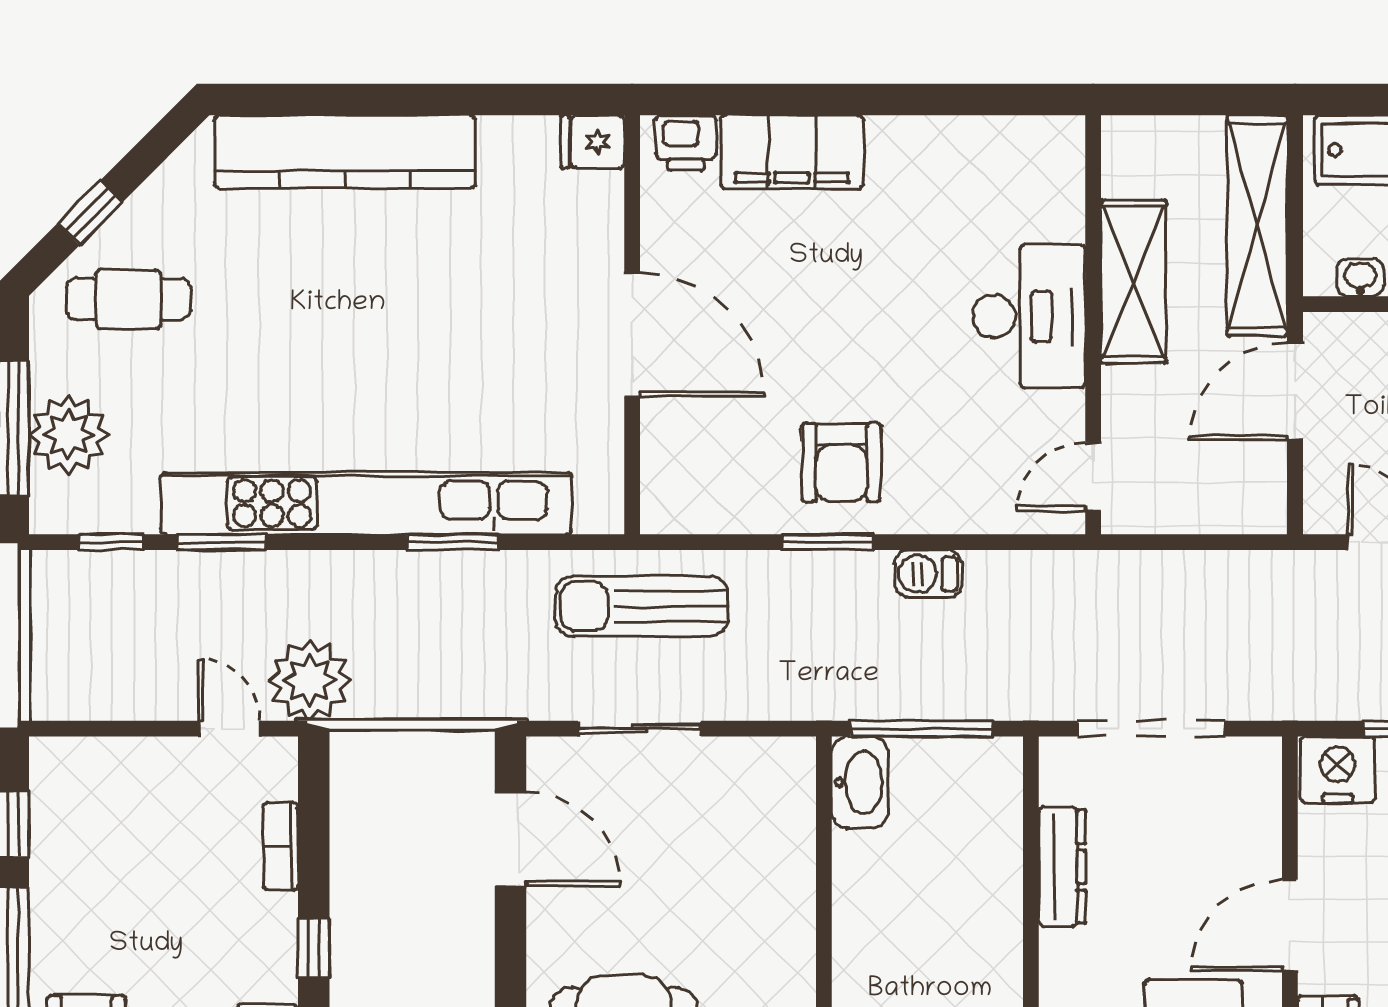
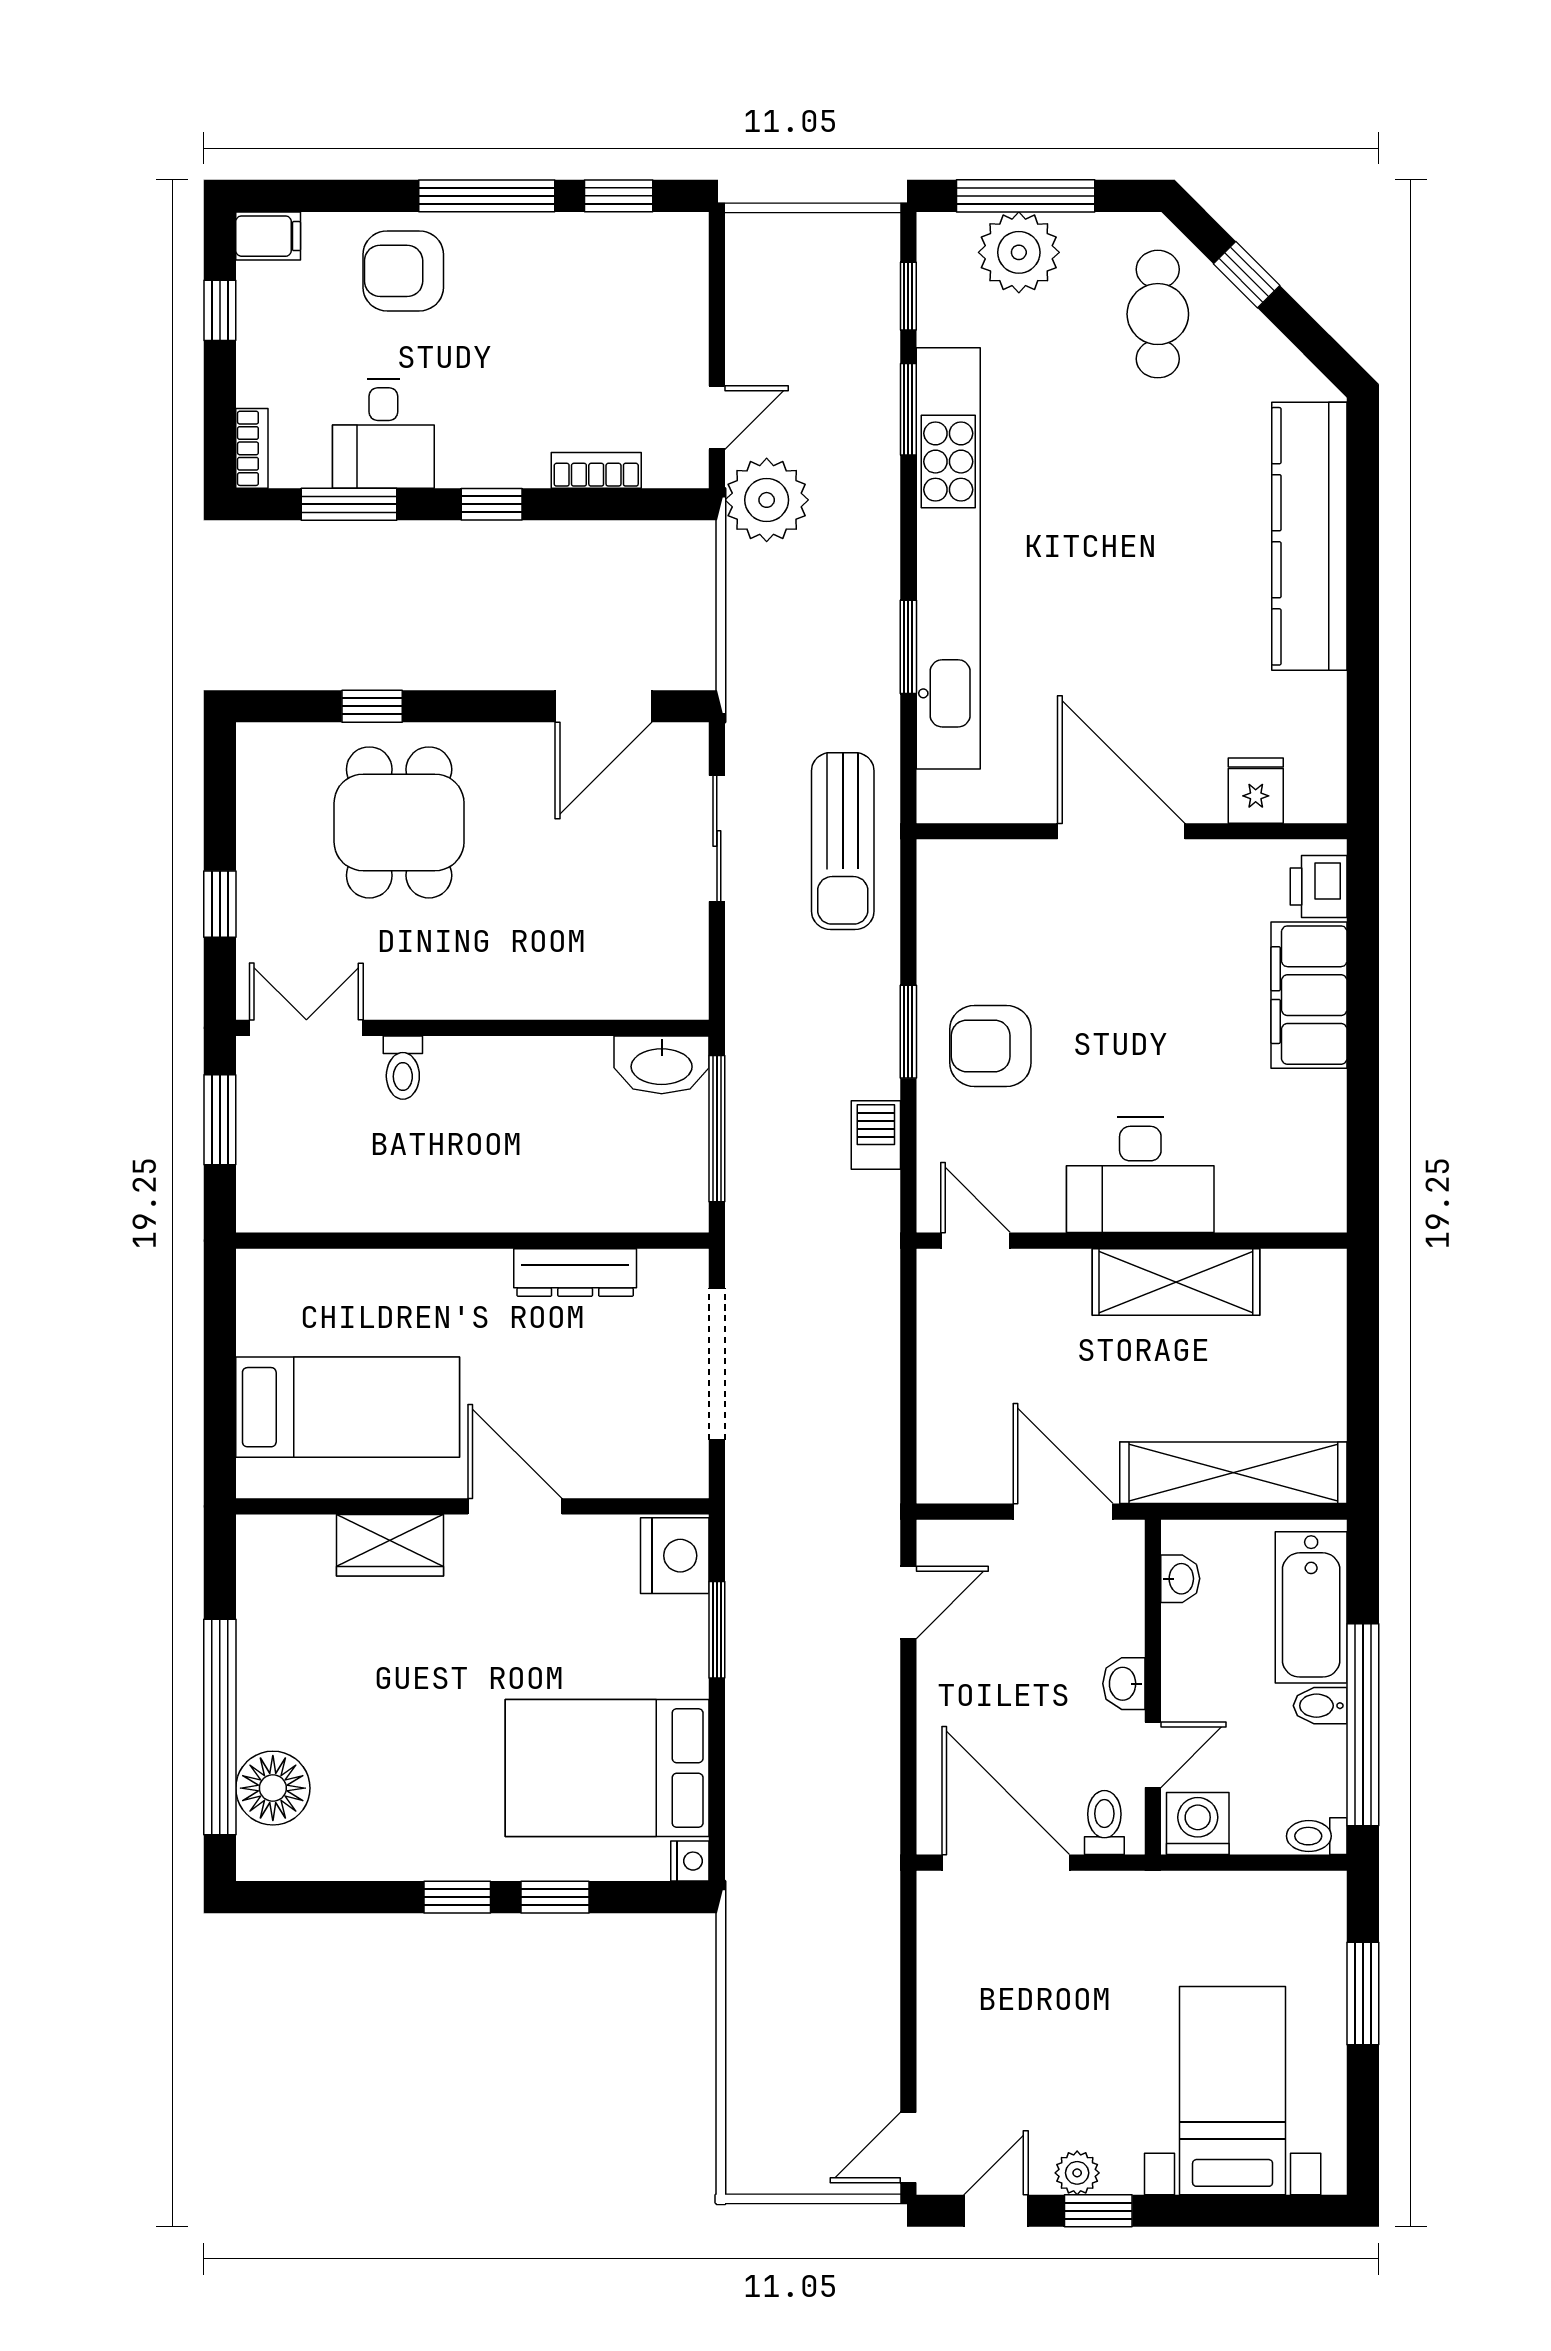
fridge: (593, 142) -> (1256, 791), moved
shelving: (1133, 282) -> (1176, 1282), moved
desk: (1029, 316) -> (1140, 1175), moved
wall: (1093, 325) -> (1132, 1241), moved
door: (632, 335) -> (1121, 831), swing flipped
door: (1093, 477) -> (975, 1241), moved
sun lounger: (642, 606) -> (843, 841), turned 180

